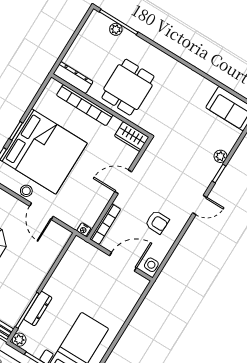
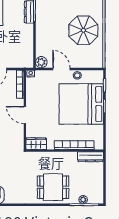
dining table: (128, 87) -> (53, 187), moved, turned 90
door: (123, 182) -> (25, 115), swing flipped
plant: (62, 236) -> (41, 62), added

